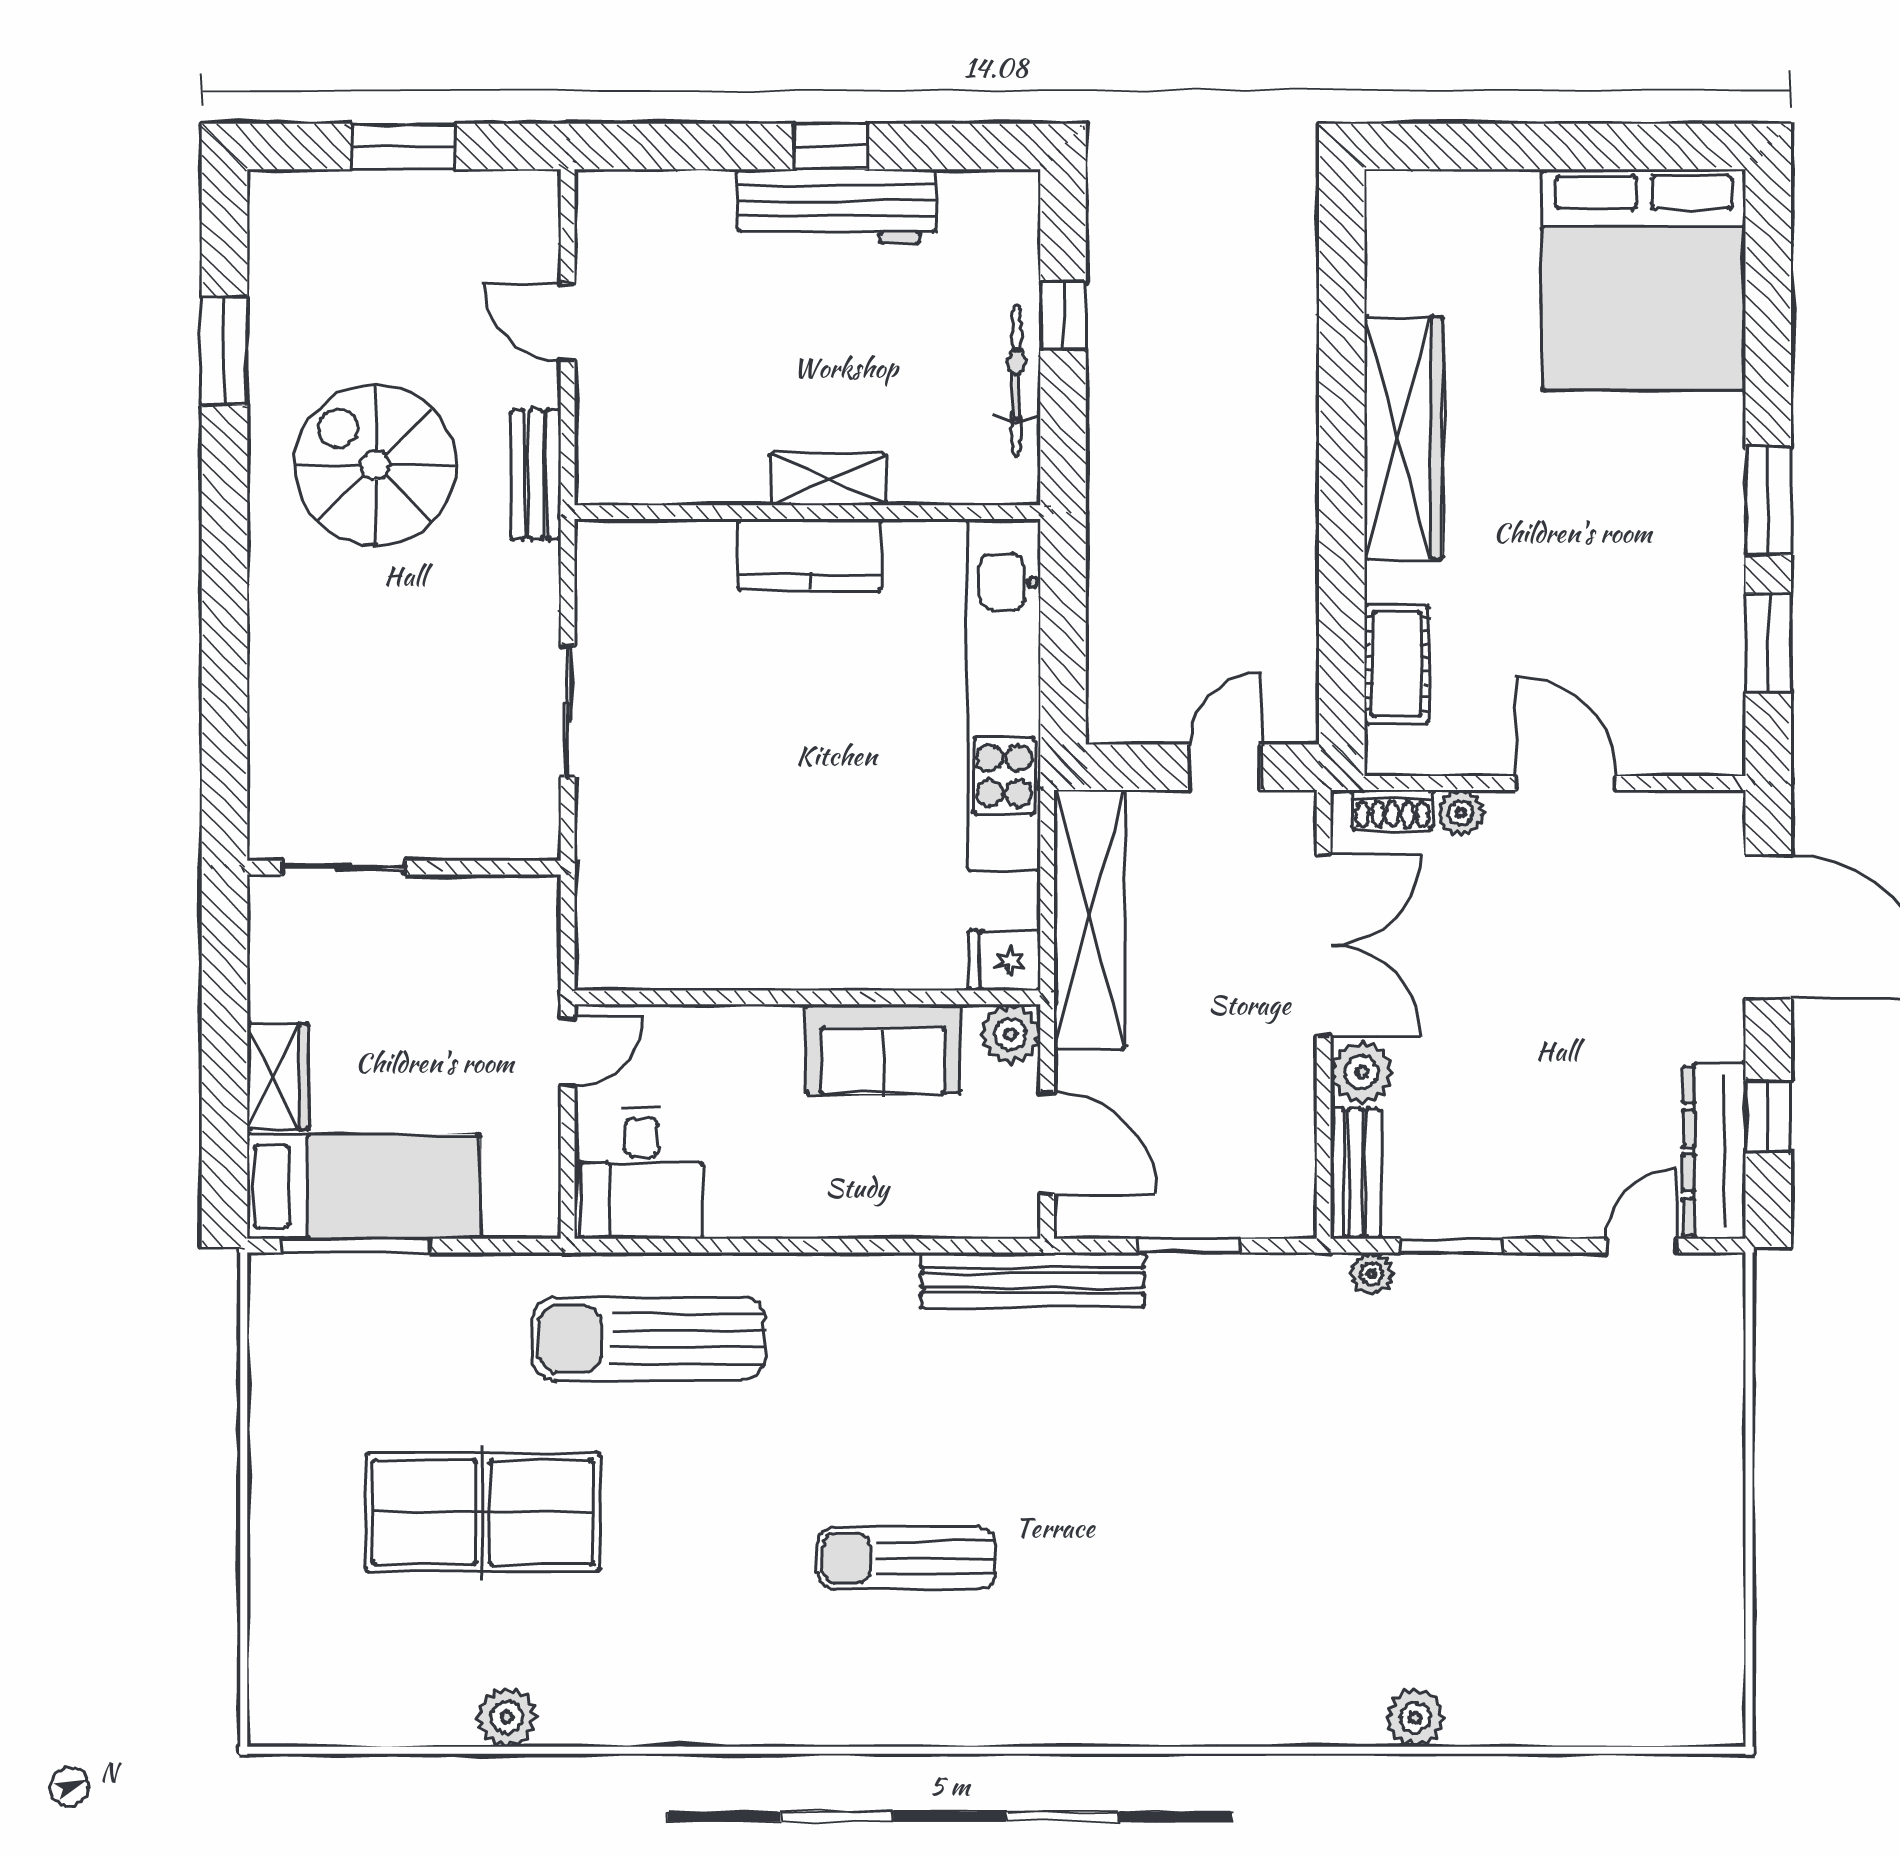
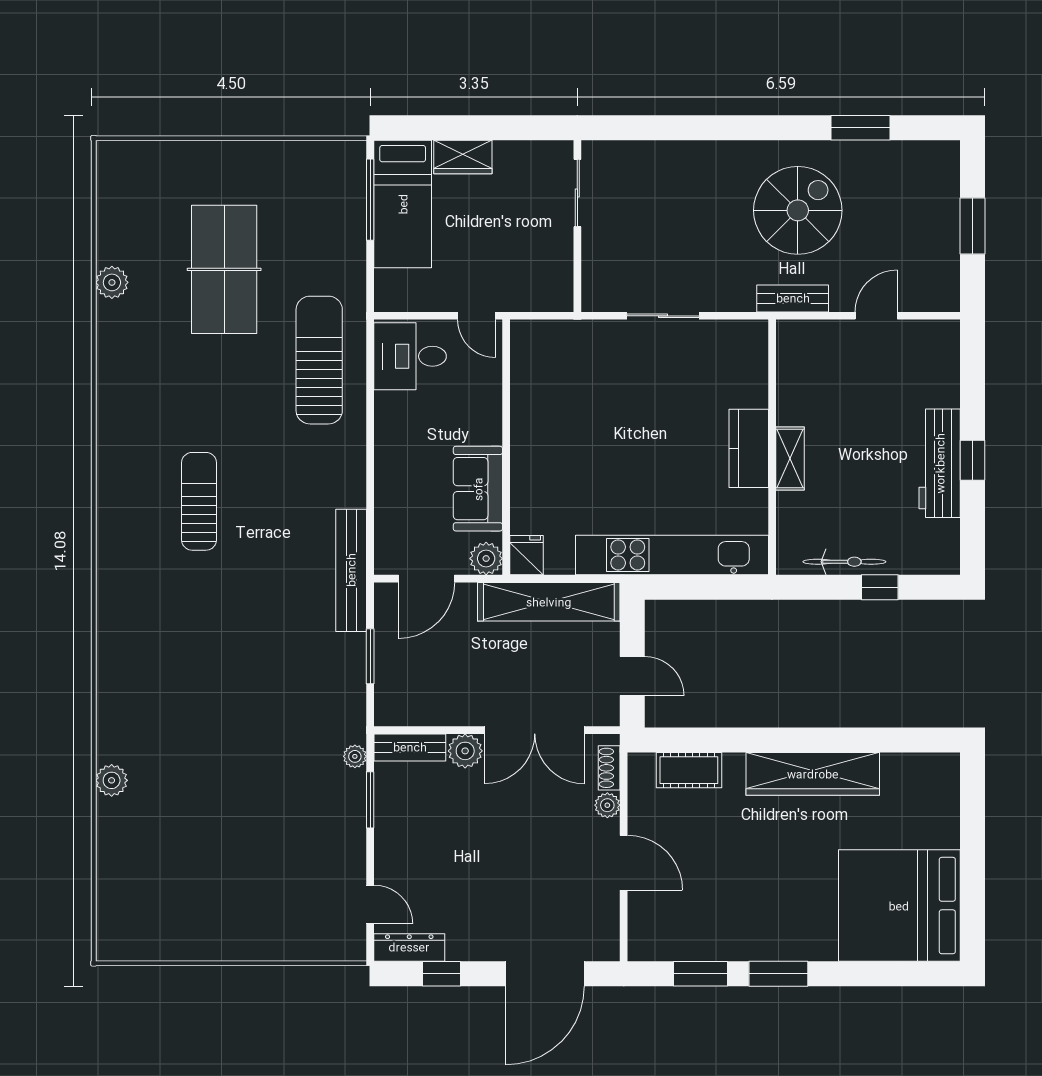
door: (1566, 783) -> (624, 863), hinge flipped
dresser: (1714, 1151) -> (409, 947), width x0.73, depth x0.80

